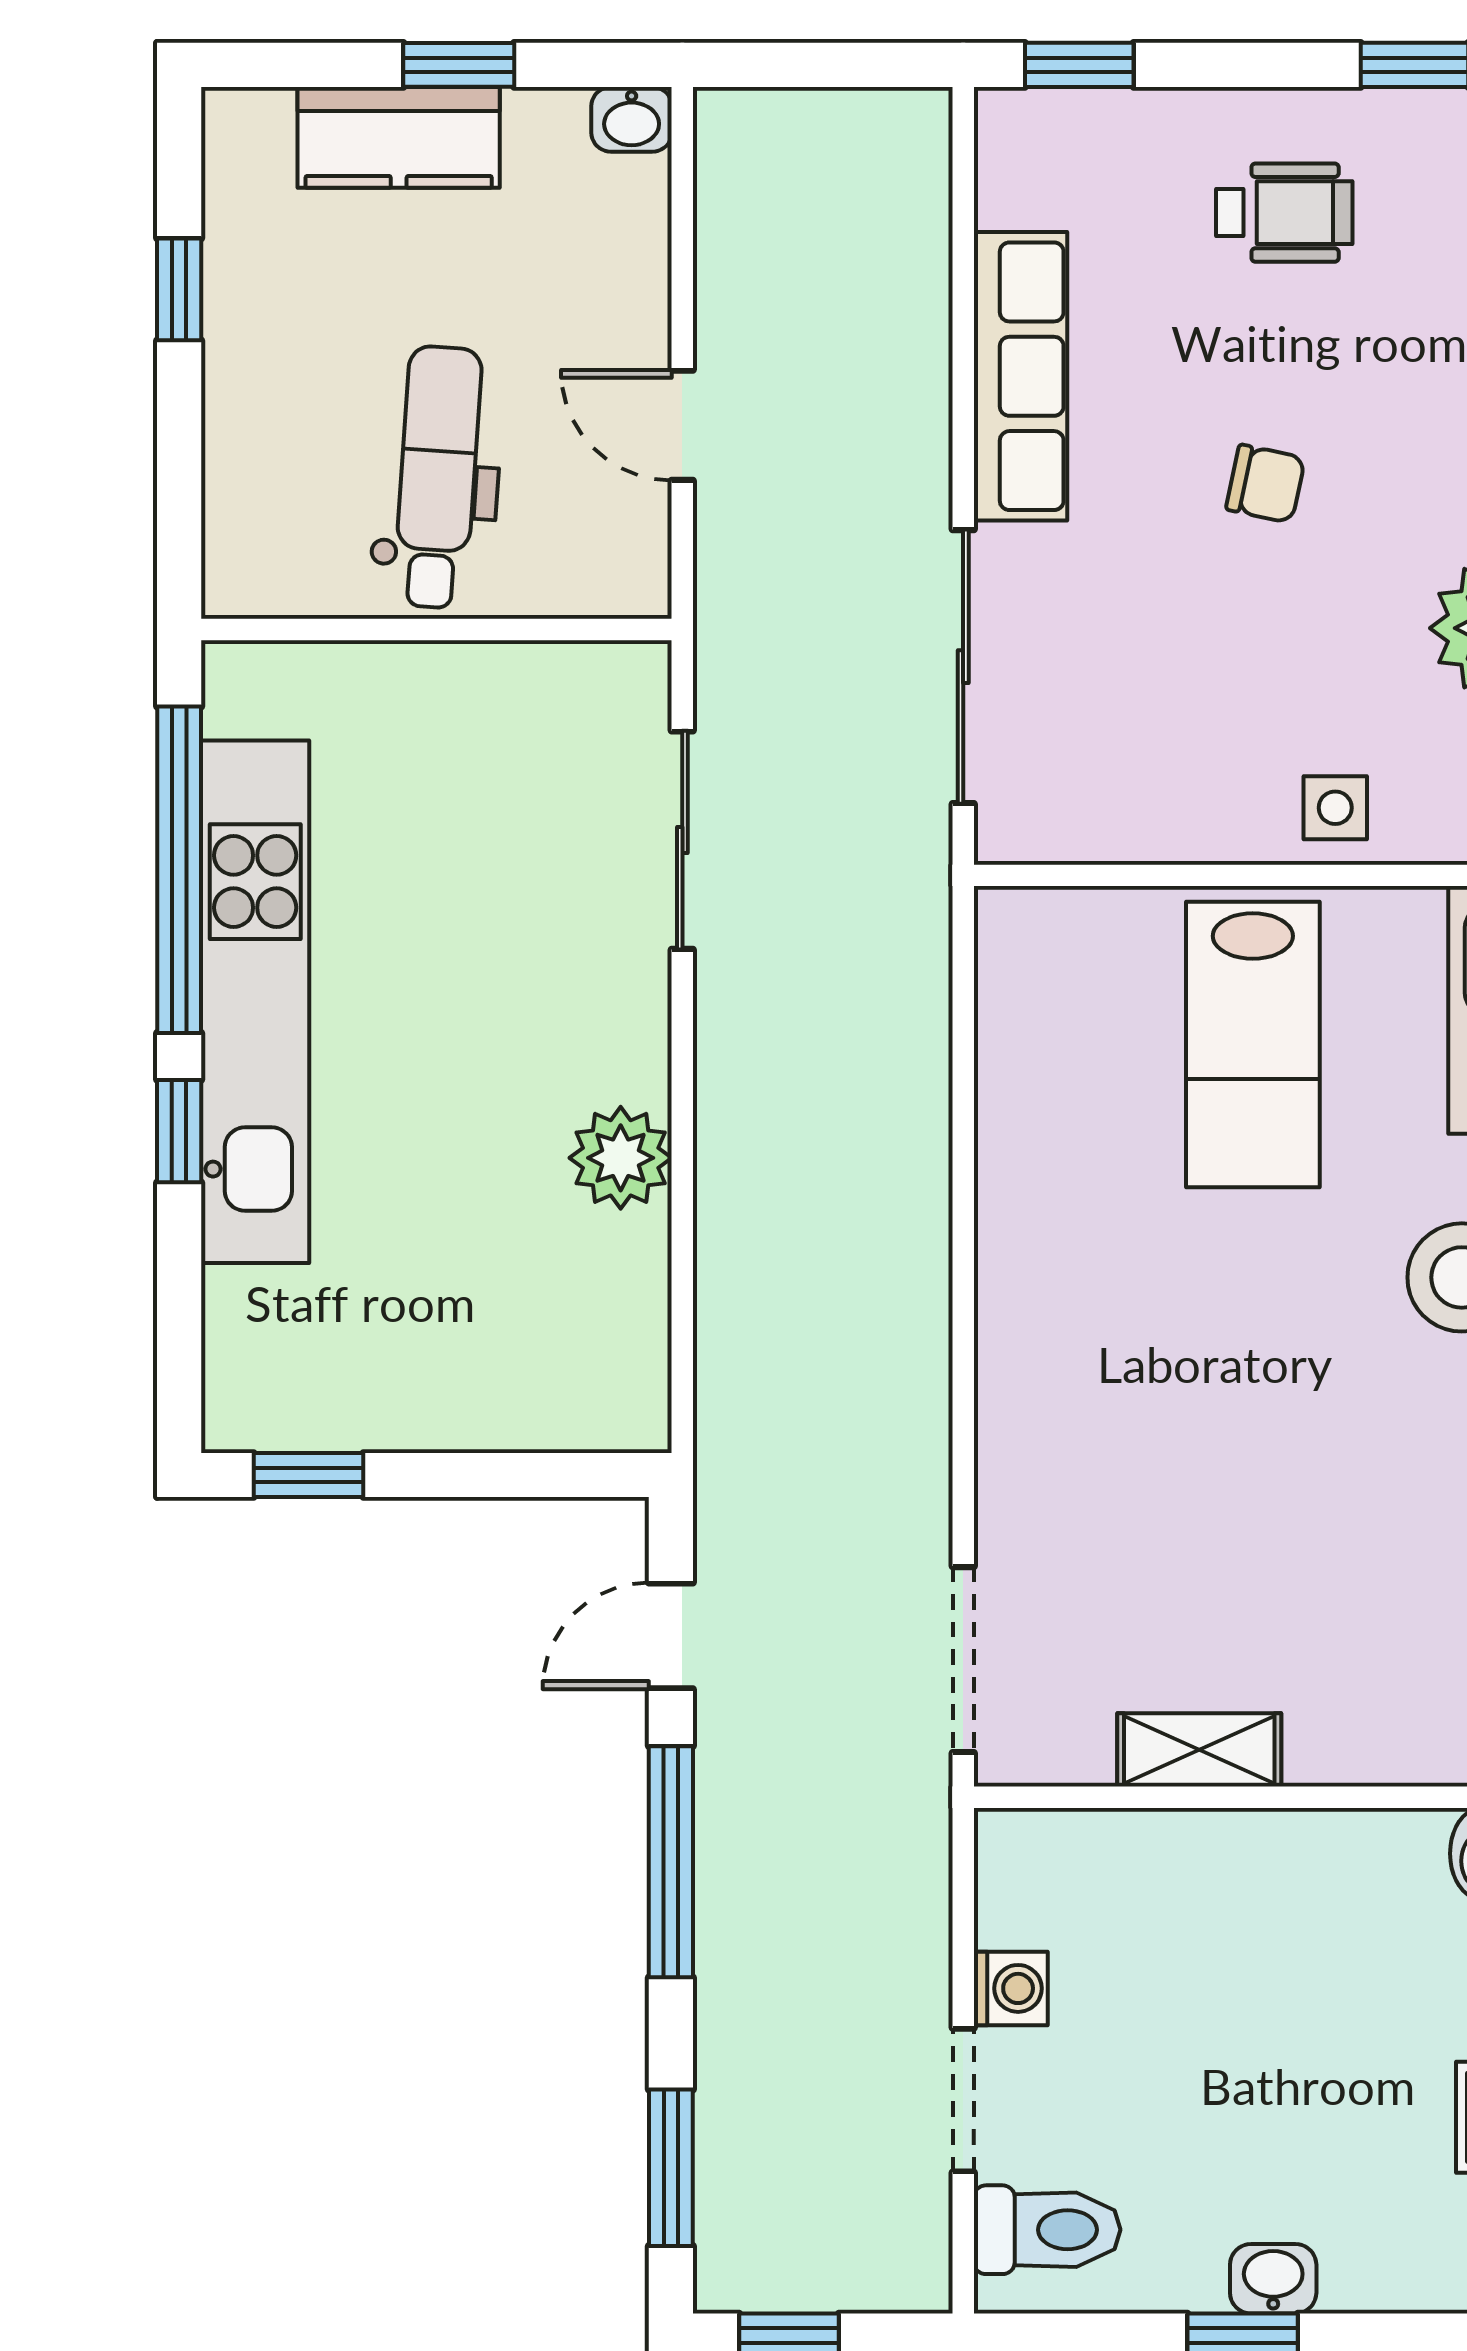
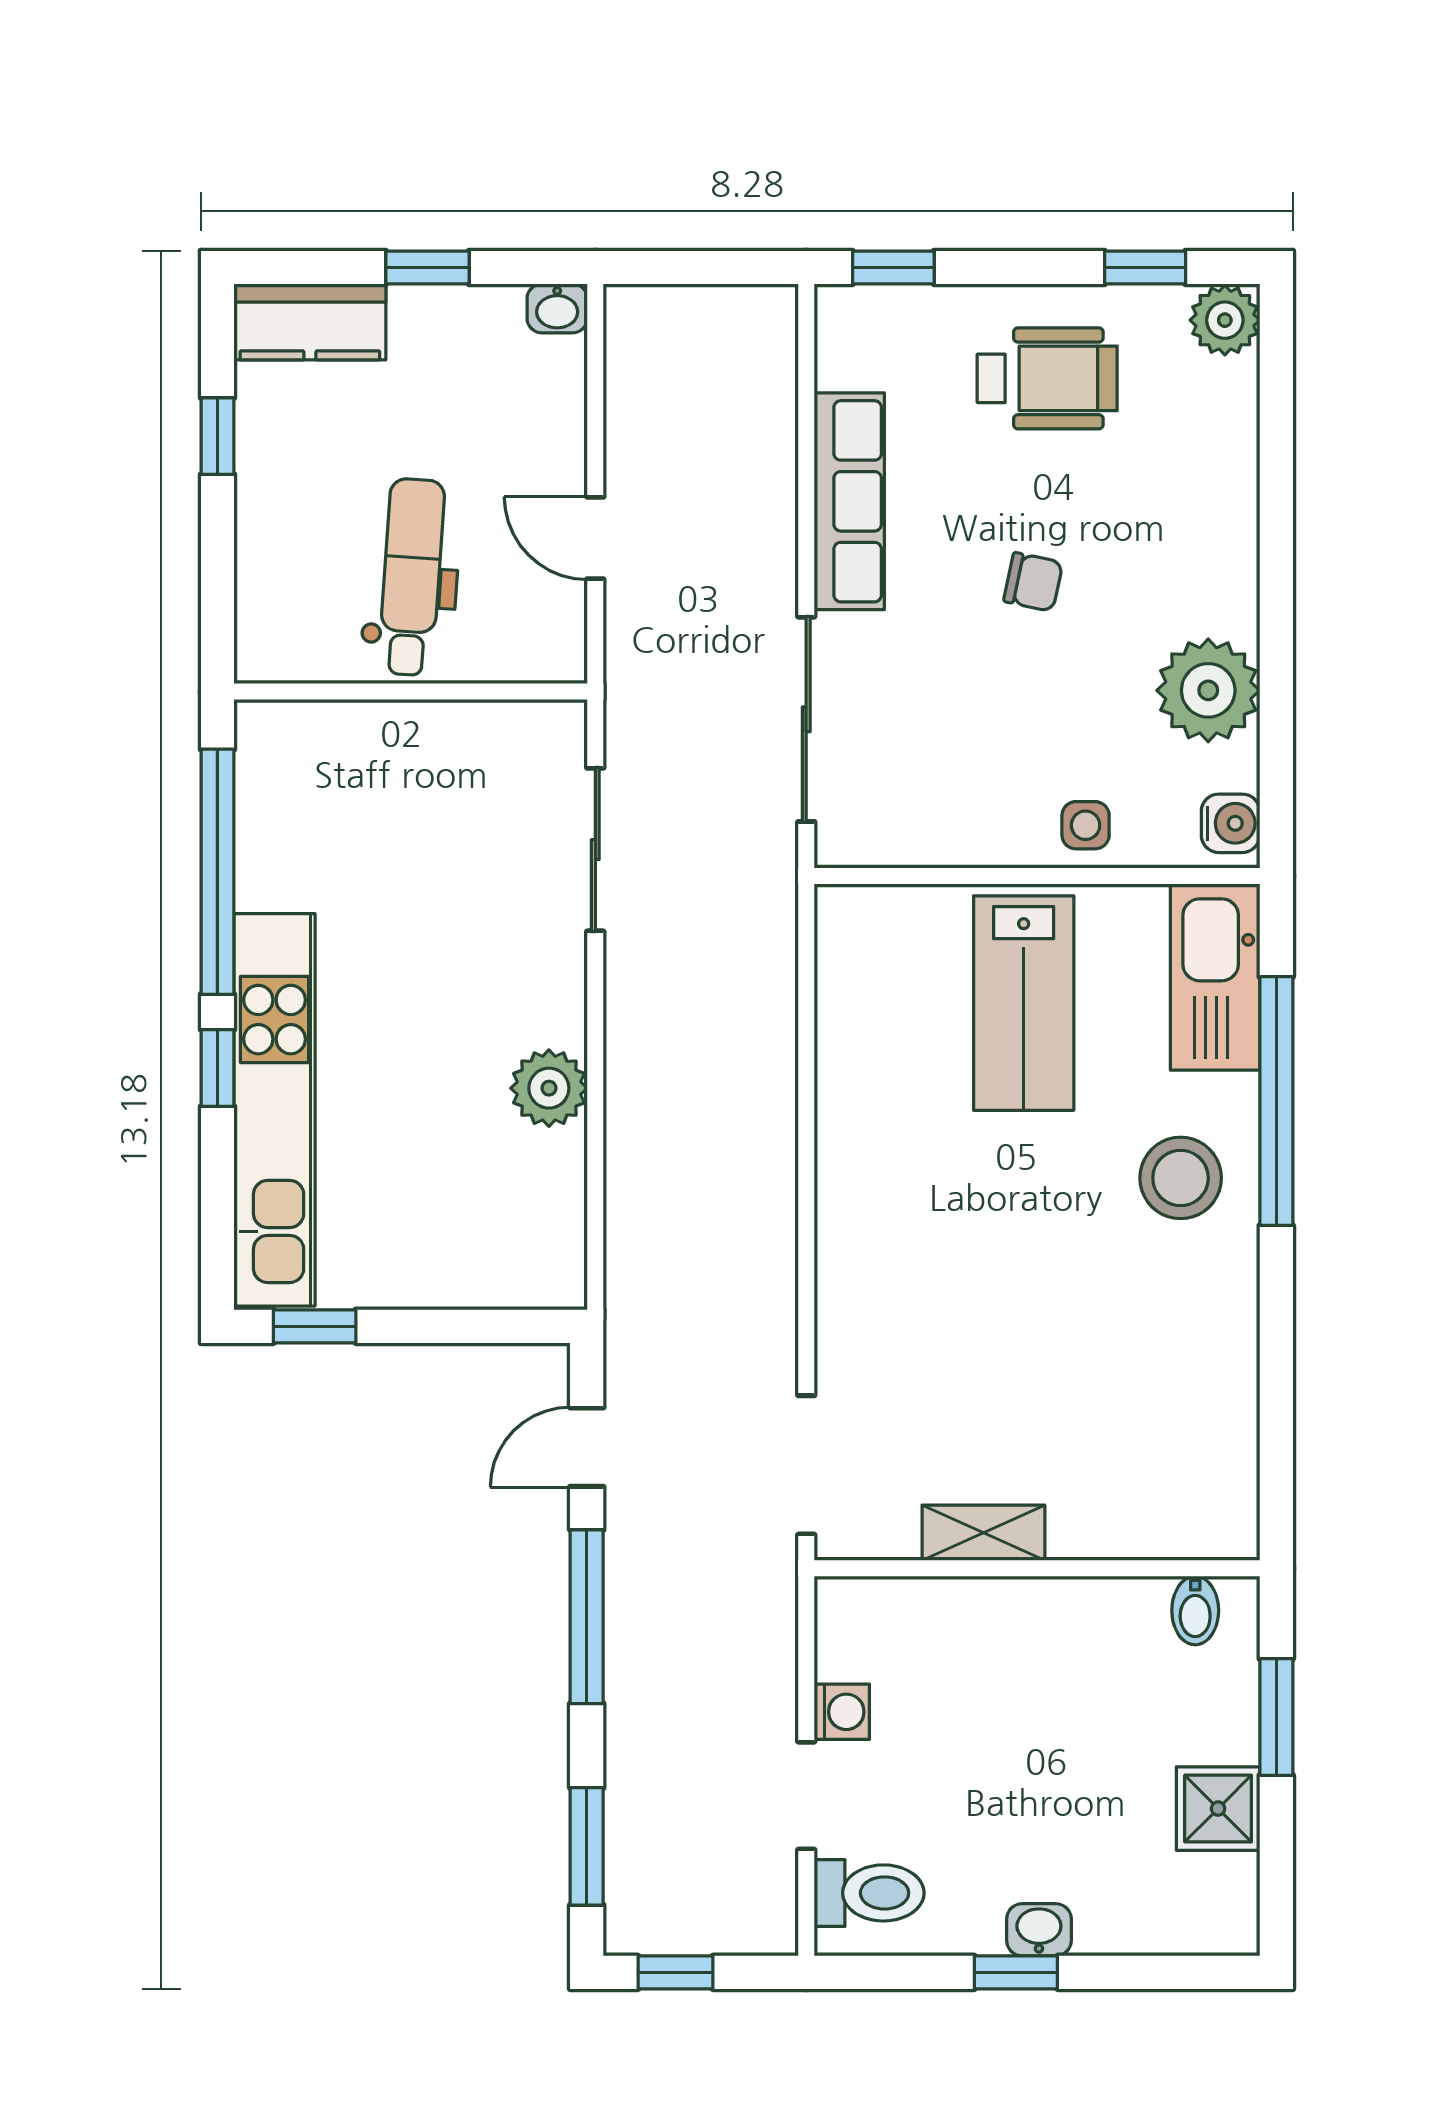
kitchen counter: (399, 137) -> (310, 322), moved
wheelchair: (1284, 213) -> (1047, 378), width x1.36, depth x1.37
kitchen unit: (255, 1002) -> (275, 1110), moved

